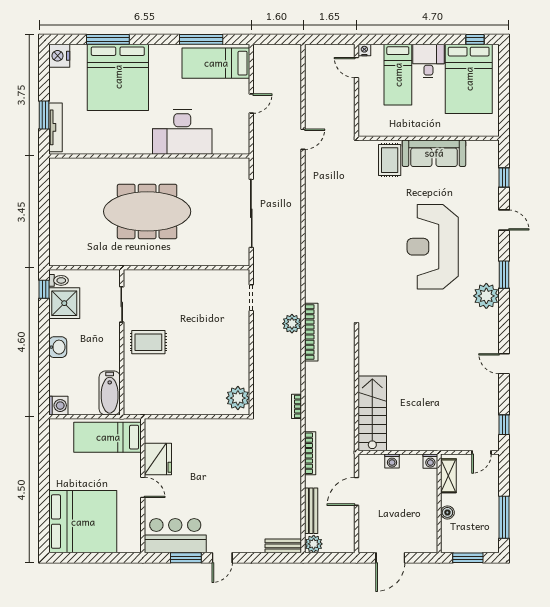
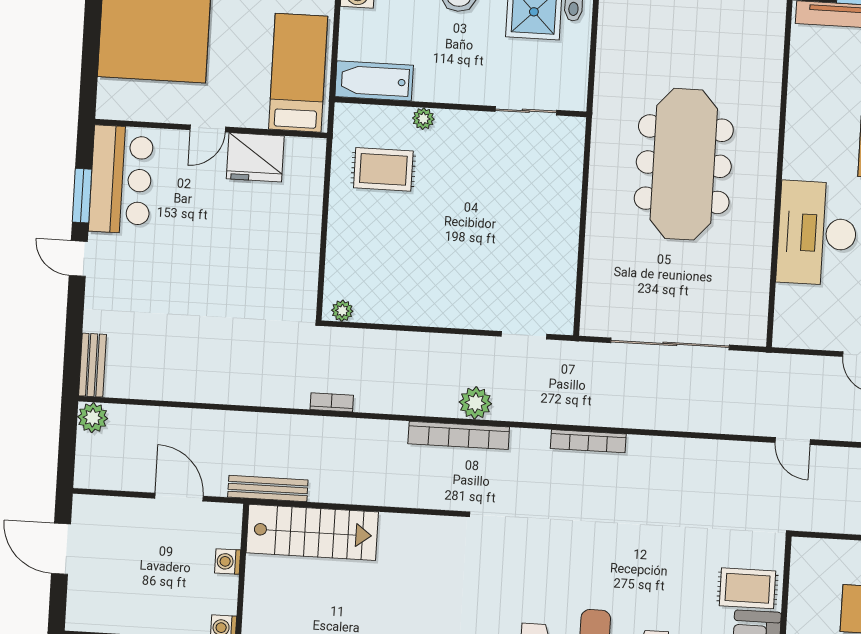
rug: (148, 342) -> (383, 169), moved, turned 90
plant: (130, 363) -> (423, 119), added
plant: (238, 398) -> (342, 311), width x0.53, depth x0.53
bookcase: (310, 453) -> (588, 441), moved
bench: (311, 511) -> (268, 489), moved

